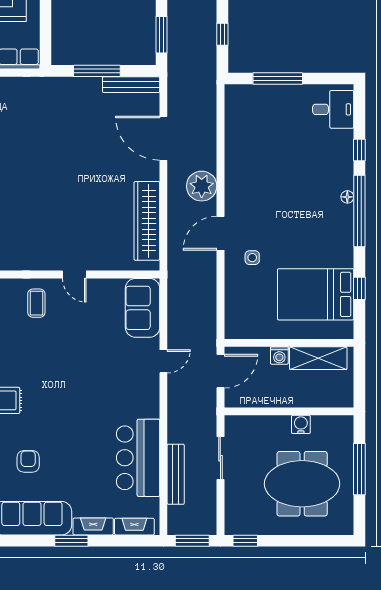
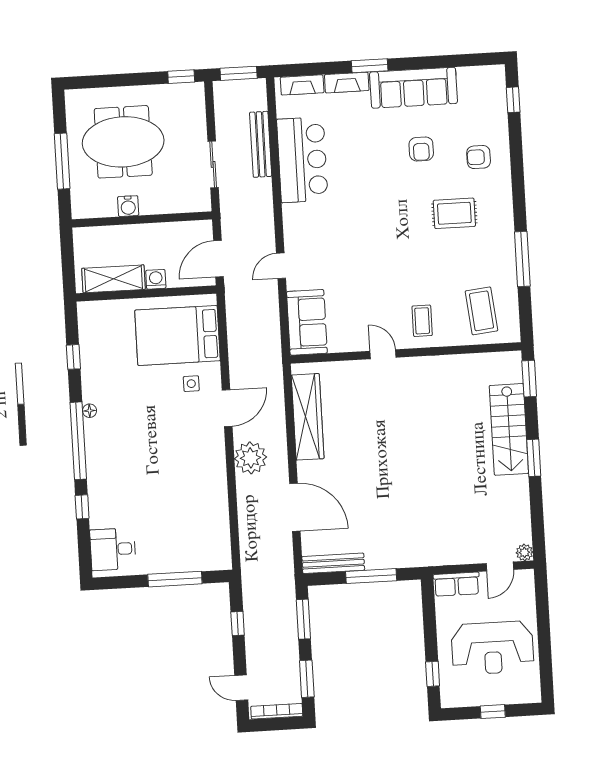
floor lamp: (347, 197) -> (90, 411), moved
bed: (316, 294) -> (178, 335), moved, turned 180

